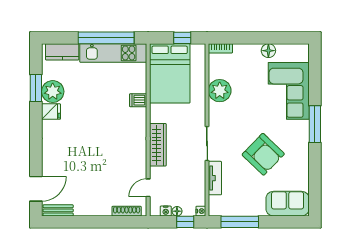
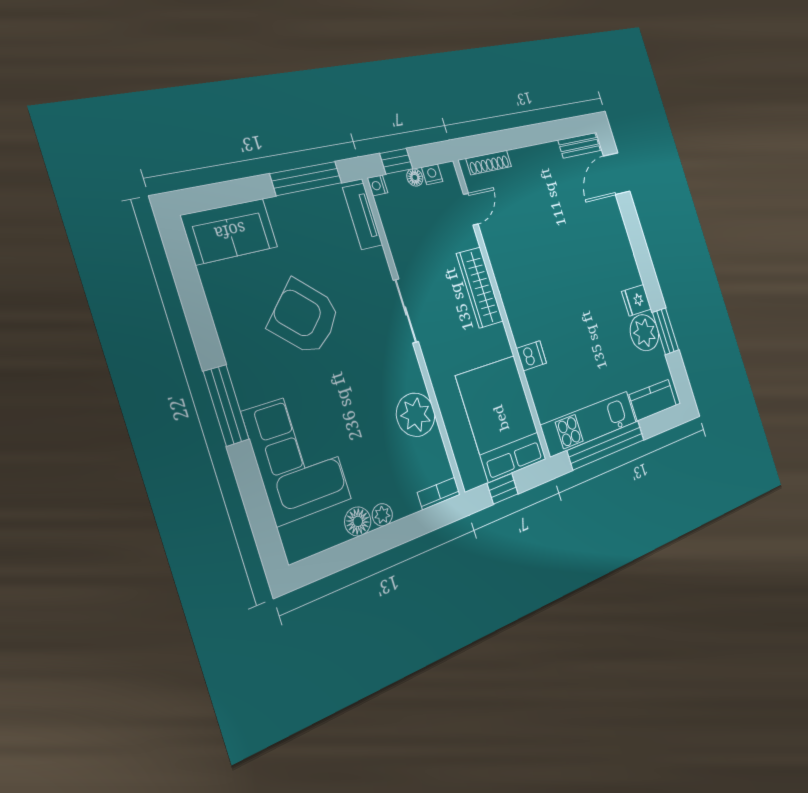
plant: (255, 49) -> (382, 515), added
tv unit: (215, 178) -> (363, 216), moved

